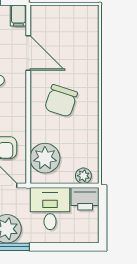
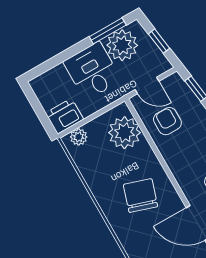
desk: (50, 209) -> (92, 71), moved, turned 180

